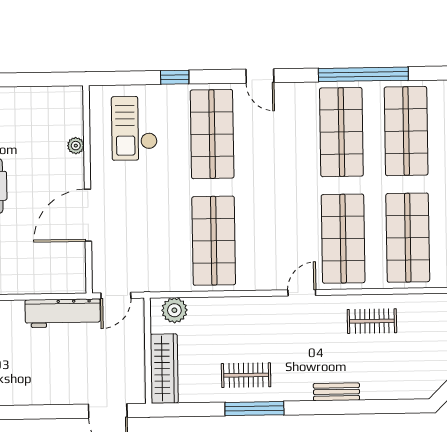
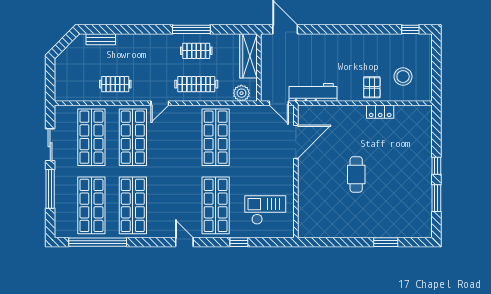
window: (363, 74) -> (98, 242), moved
checkout: (134, 128) -> (265, 210), turned -90
plant: (76, 146) -> (303, 199), removed
door: (88, 215) -> (296, 142), moved
door: (116, 296) -> (279, 103), swing flipped
clothes rail: (245, 323) -> (196, 84), added
bench: (336, 392) -> (101, 39), moved

